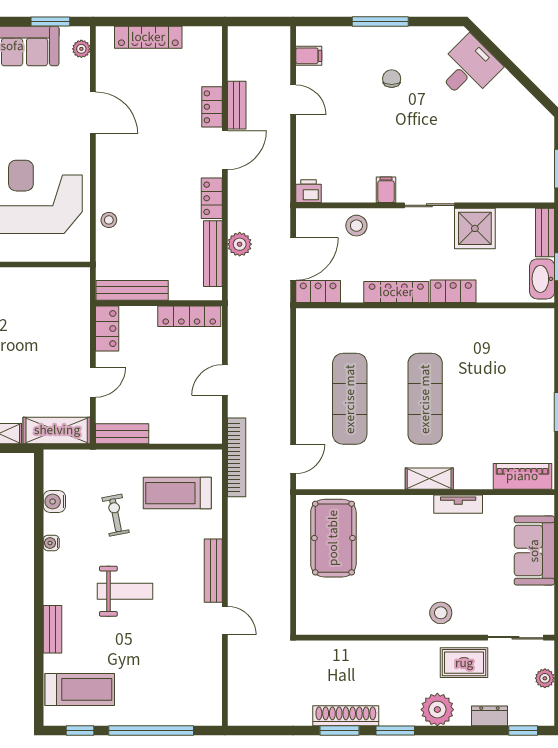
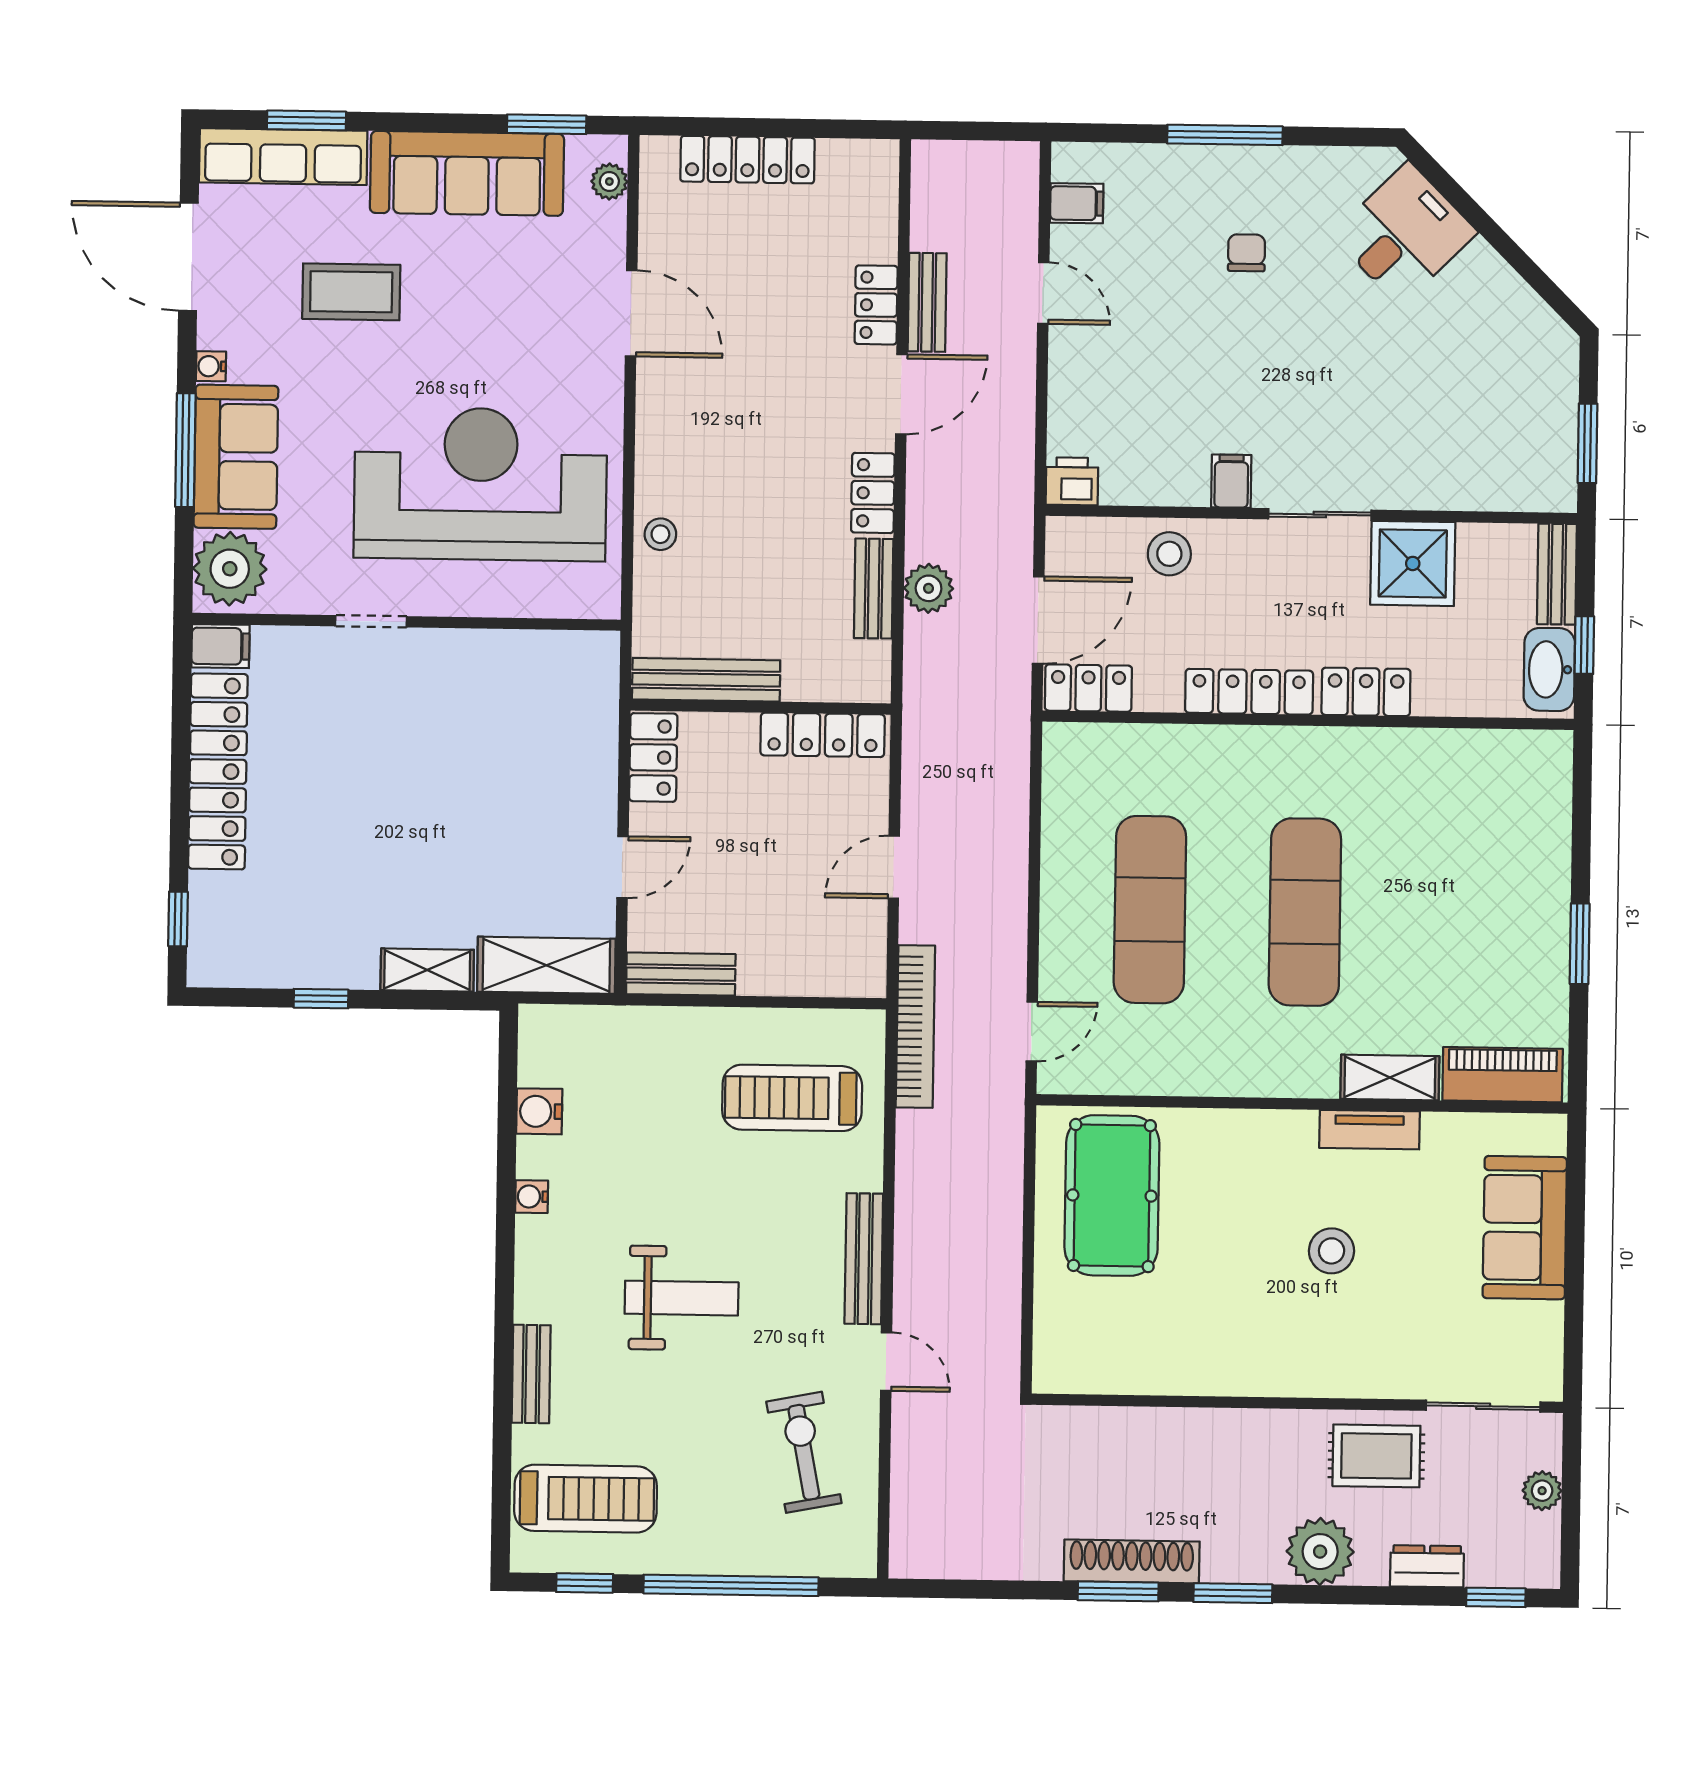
bench: (213, 254) -> (874, 589), width x0.73
shelving: (429, 479) -> (1390, 1078), moved
exercise bike: (116, 515) -> (804, 1452), moved, width x1.38, depth x1.39
stool: (441, 613) -> (1332, 1251), moved

